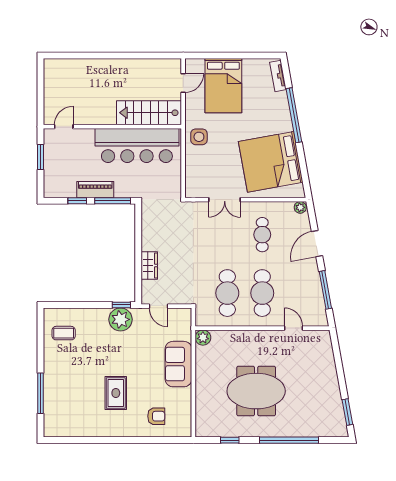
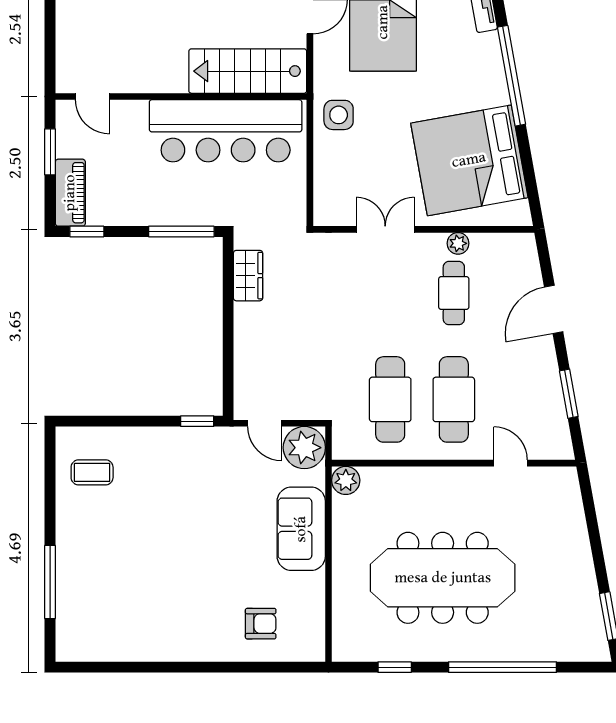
door: (64, 127) -> (93, 96), swing flipped
piano: (95, 190) -> (70, 193), moved, turned 90
double door: (225, 200) -> (385, 229), swing flipped
window: (77, 201) -> (87, 231), moved
plant: (300, 207) -> (458, 243), moved
wardrobe: (149, 266) -> (248, 276), moved
window: (325, 290) -> (569, 394), width x0.69
plant: (120, 319) -> (304, 448), moved
meeting table: (256, 391) -> (443, 578), width x1.36
rug: (116, 393) -> (187, 581), removed

